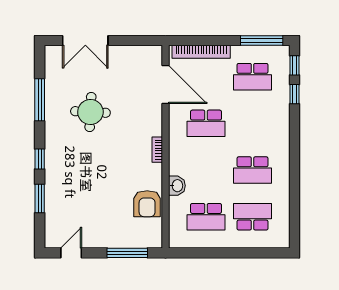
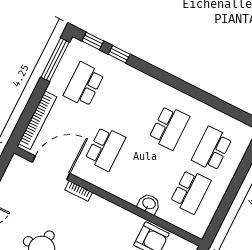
school desk: (252, 77) -> (84, 85), turned 180
bookcase: (157, 150) -> (79, 191), moved

